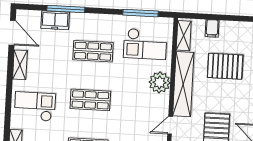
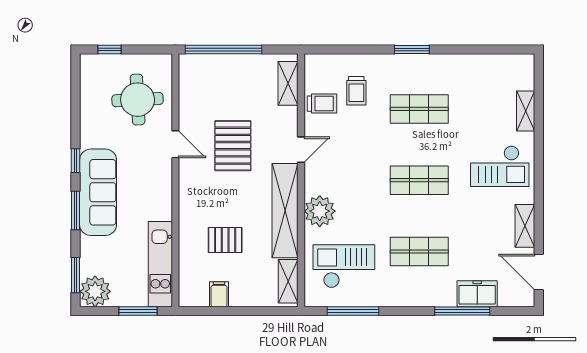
filing cabinet: (212, 28) -> (219, 294), moved
pallet: (225, 66) -> (225, 240), width x0.67, depth x0.71

